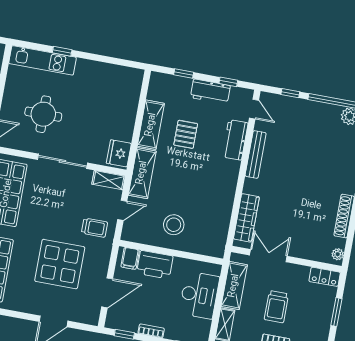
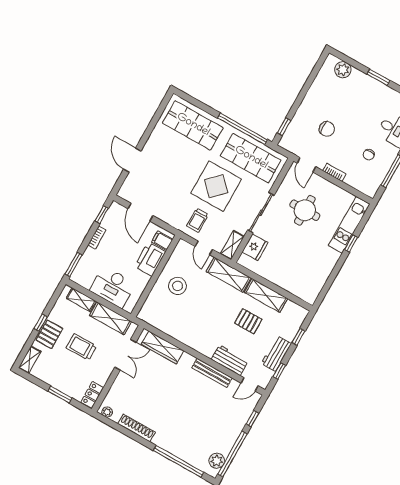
fridge: (119, 153) -> (255, 247), moved, turned 90
display table: (60, 264) -> (216, 186), moved

